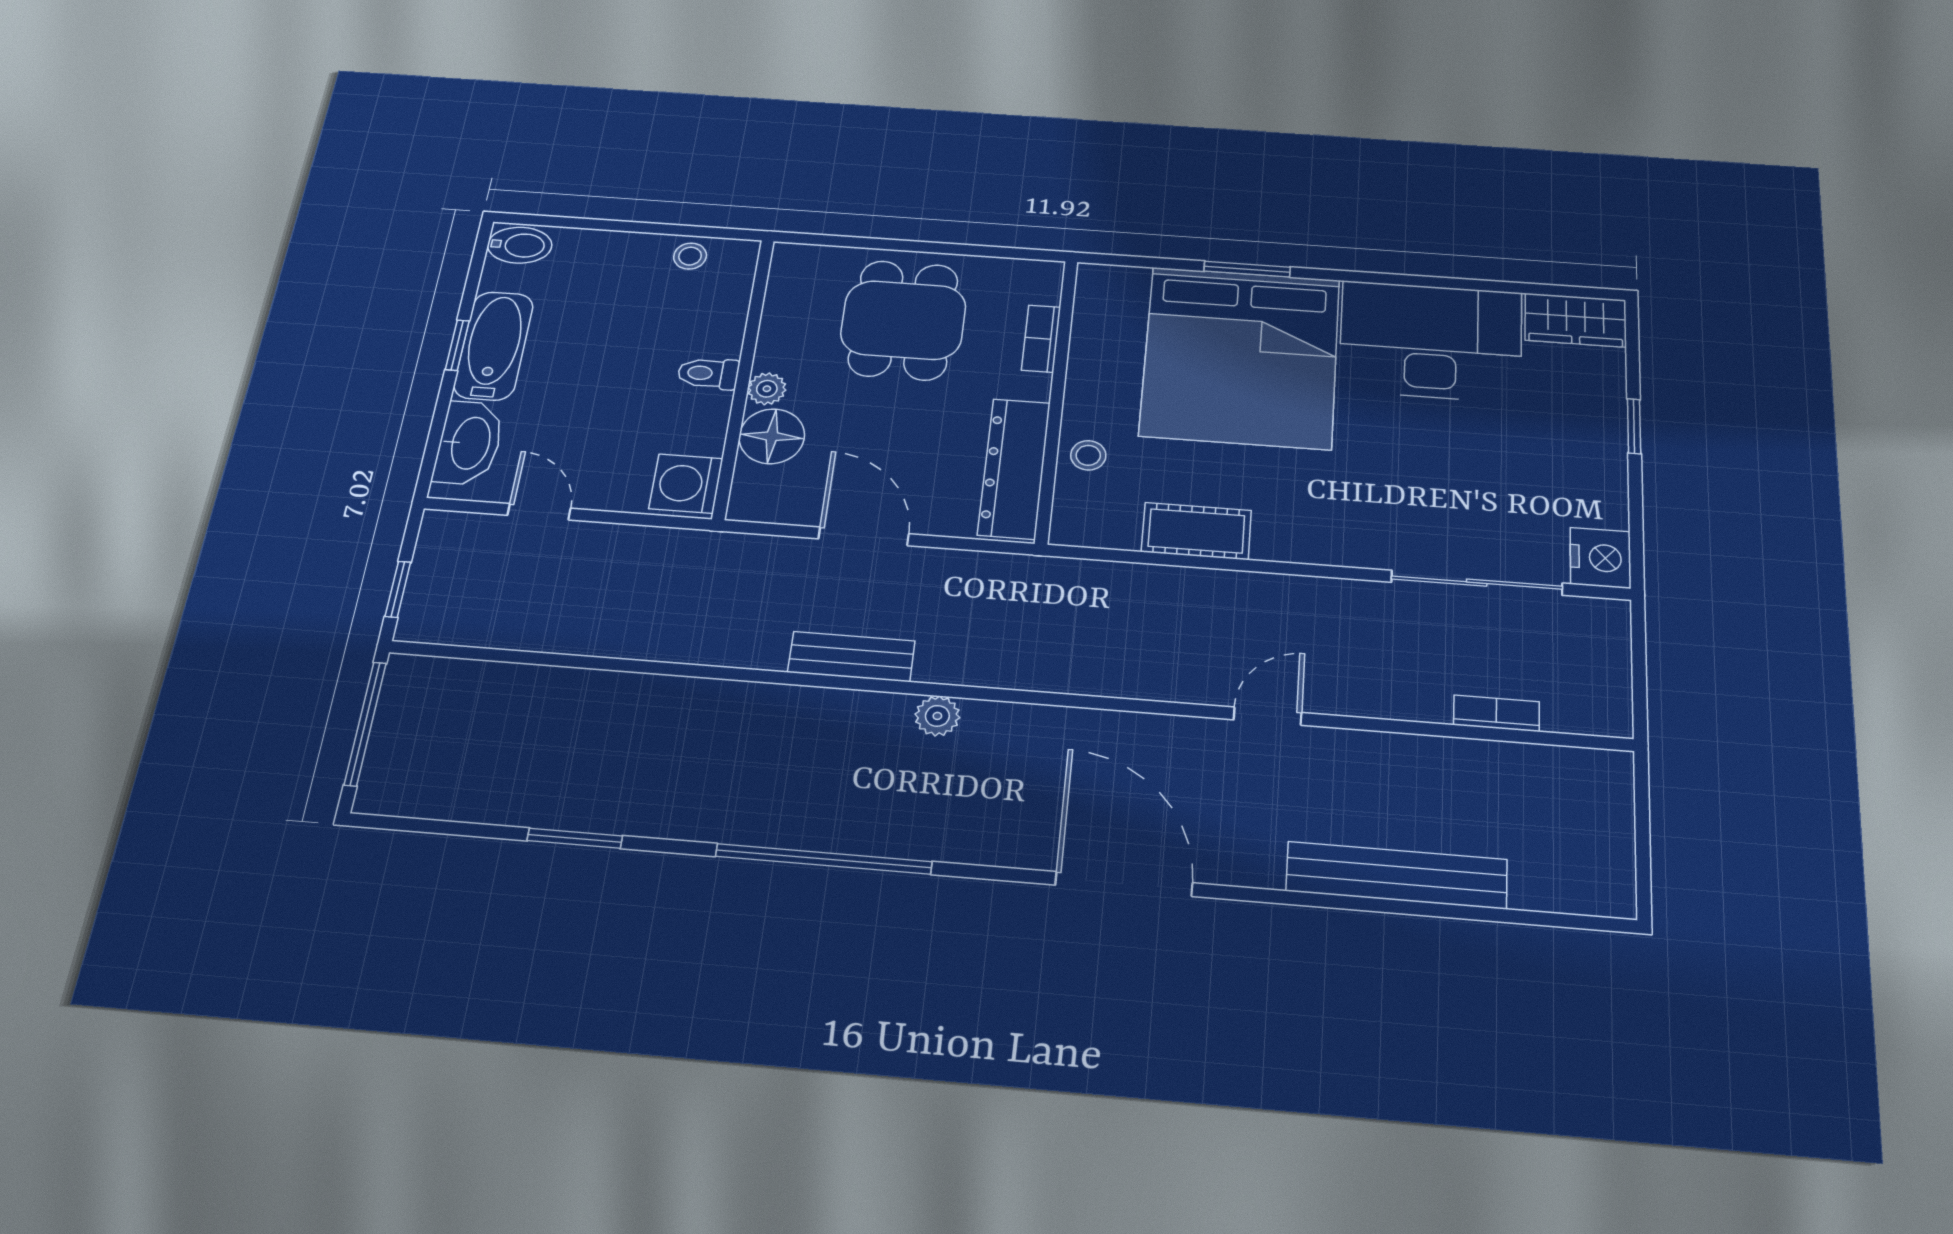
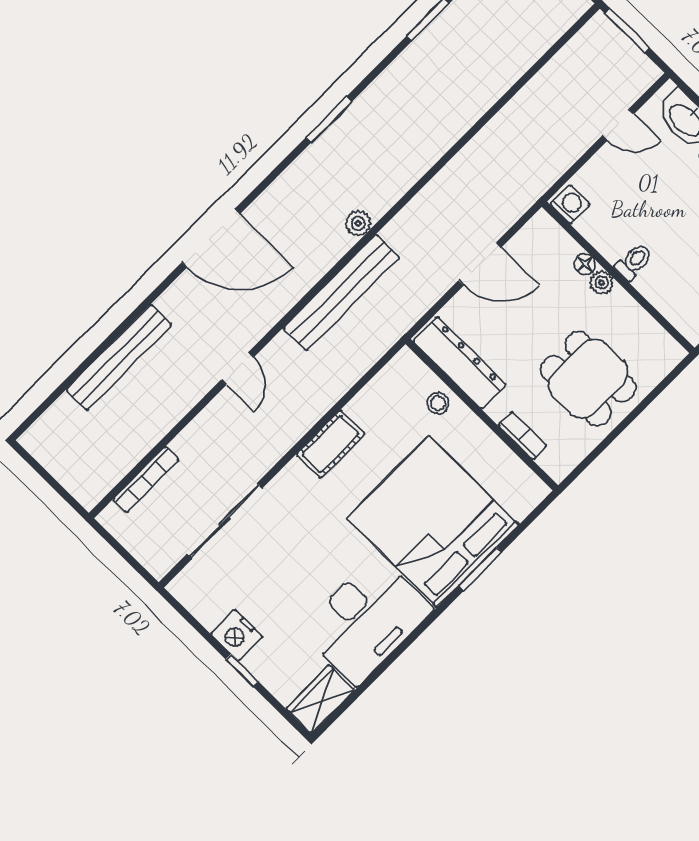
floor lamp: (772, 436) -> (585, 264), width x0.53, depth x0.53
washing machine: (686, 484) -> (570, 204), width x0.73, depth x0.73
cot: (1196, 531) -> (330, 444), moved
nightstand: (1601, 558) -> (237, 635), moved
window: (398, 589) -> (627, 30), width x1.50
bench: (851, 657) -> (341, 293), moved, width x1.86, depth x1.21
bookcase: (1496, 713) -> (146, 480), width x1.56
window: (824, 859) -> (329, 119), width x0.47

